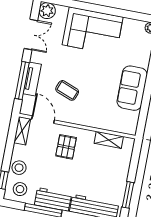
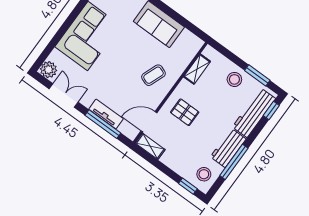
coffee table: (67, 90) -> (153, 75), moved
stool: (19, 168) -> (234, 79), moved

